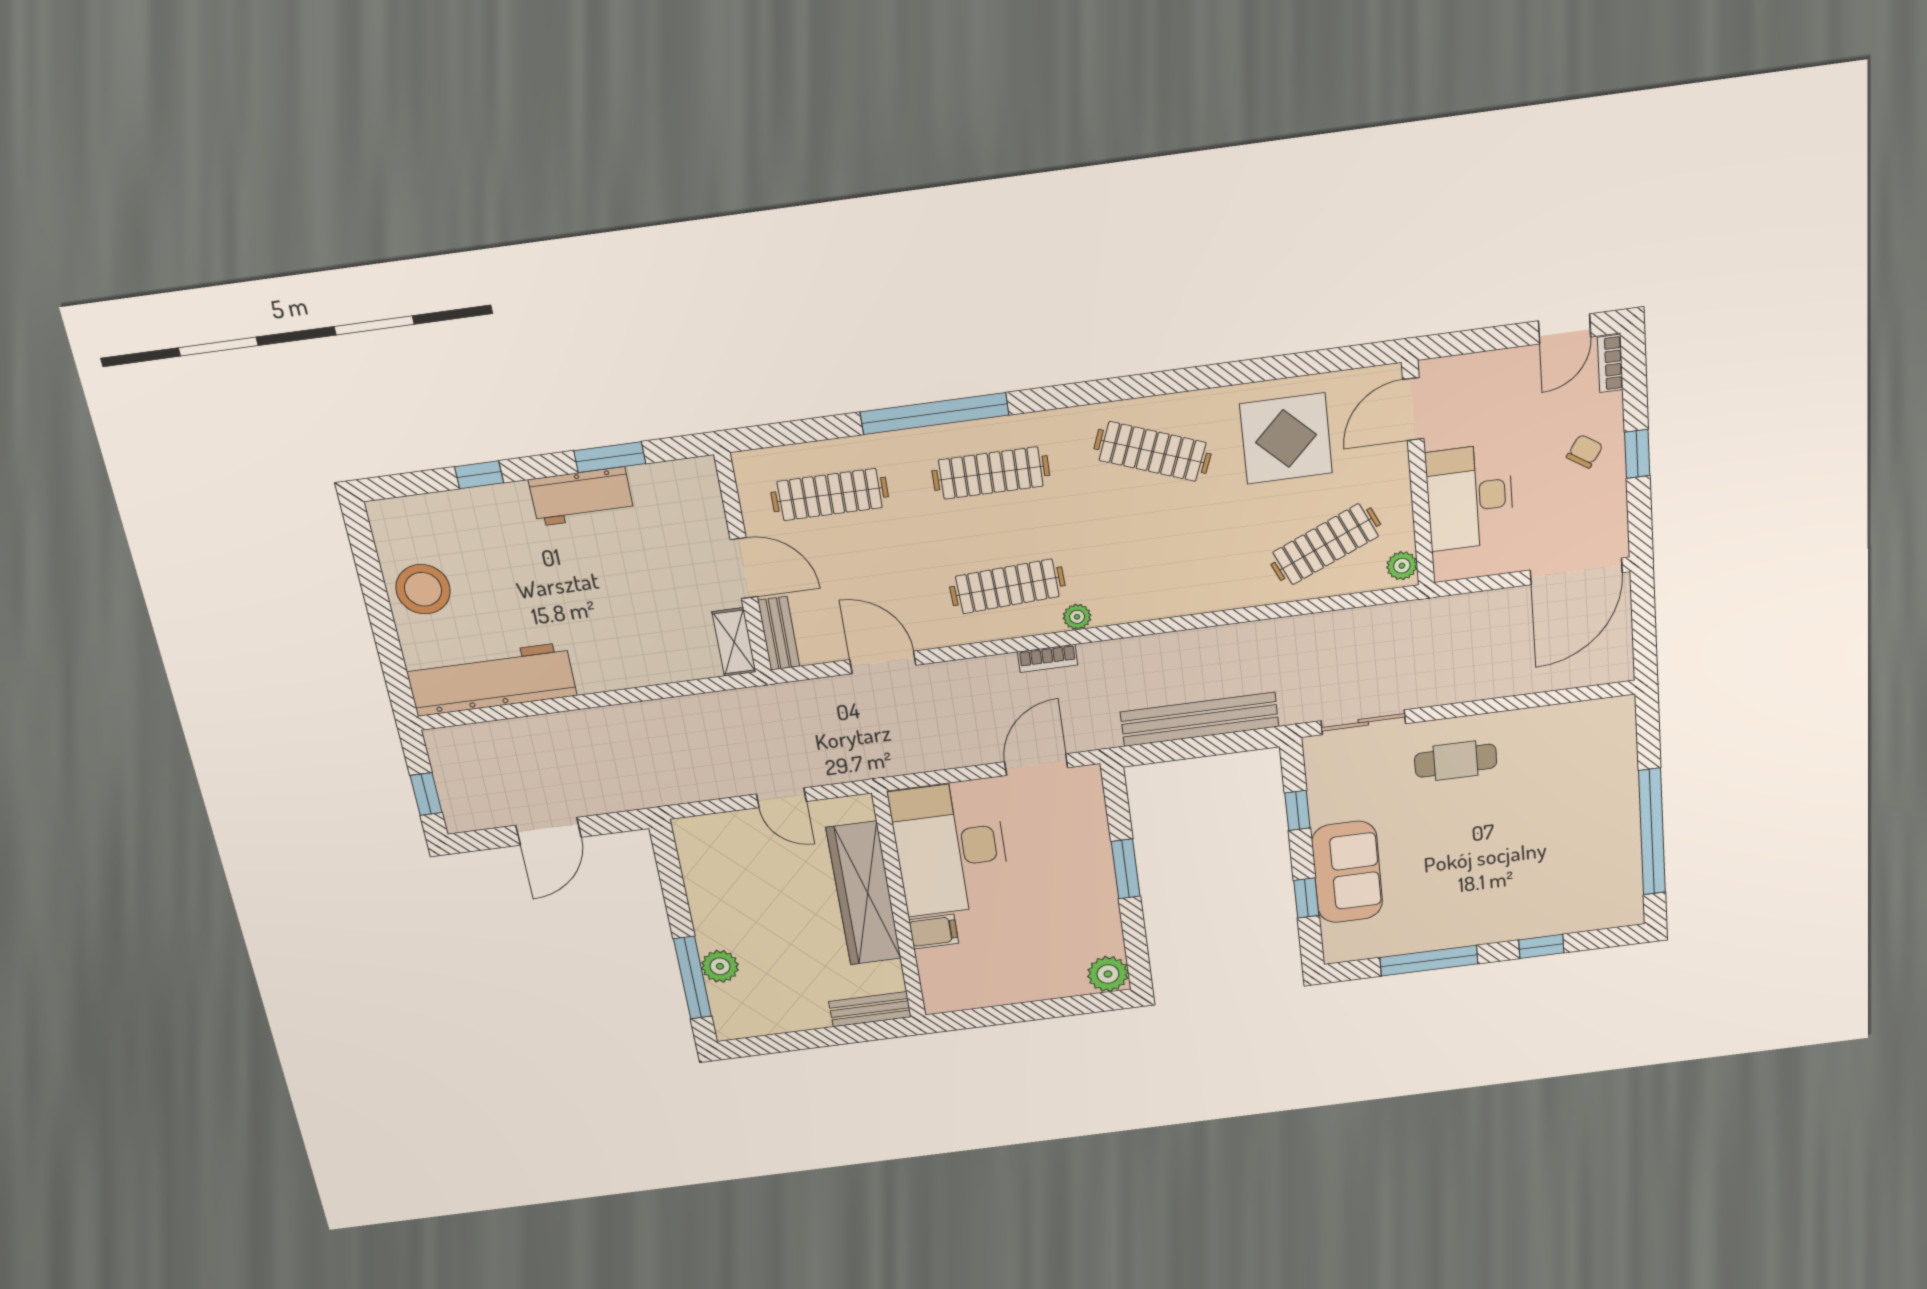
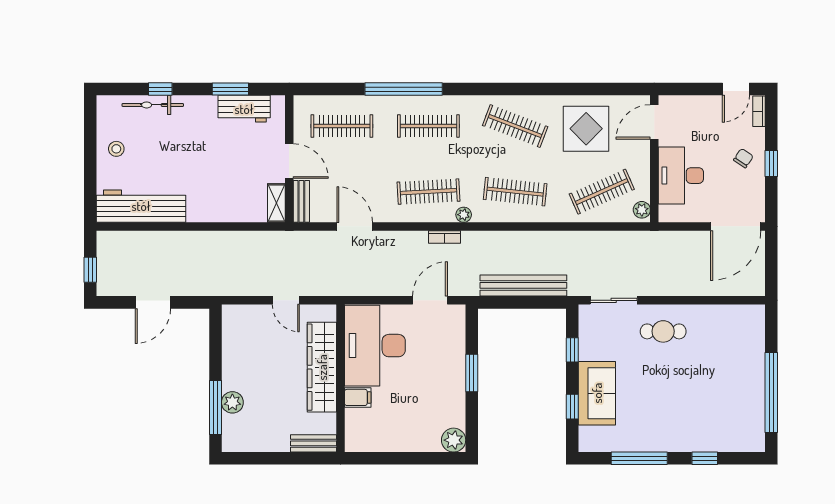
workbench: (581, 497) -> (244, 109), moved
bicycle: (472, 505) -> (153, 105), added
clothes rail: (1166, 565) -> (515, 192), added
stool: (423, 589) -> (116, 149), width x0.53, depth x0.53

